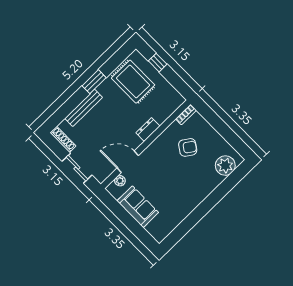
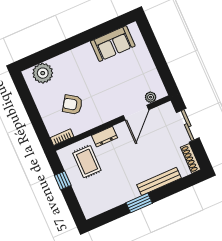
window: (158, 63) -> (63, 180), moved
rug: (133, 82) -> (87, 162), moved, width x0.73, depth x0.70
door: (128, 162) -> (136, 113), hinge flipped
sofa: (138, 207) -> (113, 44), moved, turned -90

